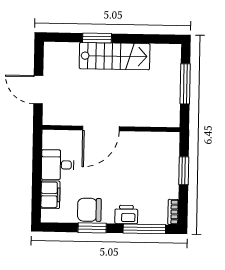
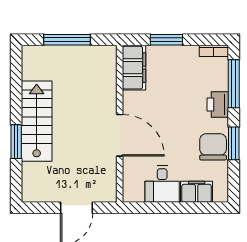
filing cabinet: (160, 142) -> (134, 68), added
chair: (89, 210) -> (213, 147), turned 180

